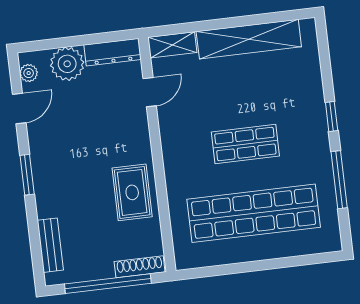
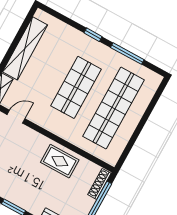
door: (150, 92) -> (16, 117), hinge flipped
shop shelf: (245, 144) -> (76, 87), width x1.43, depth x1.36

